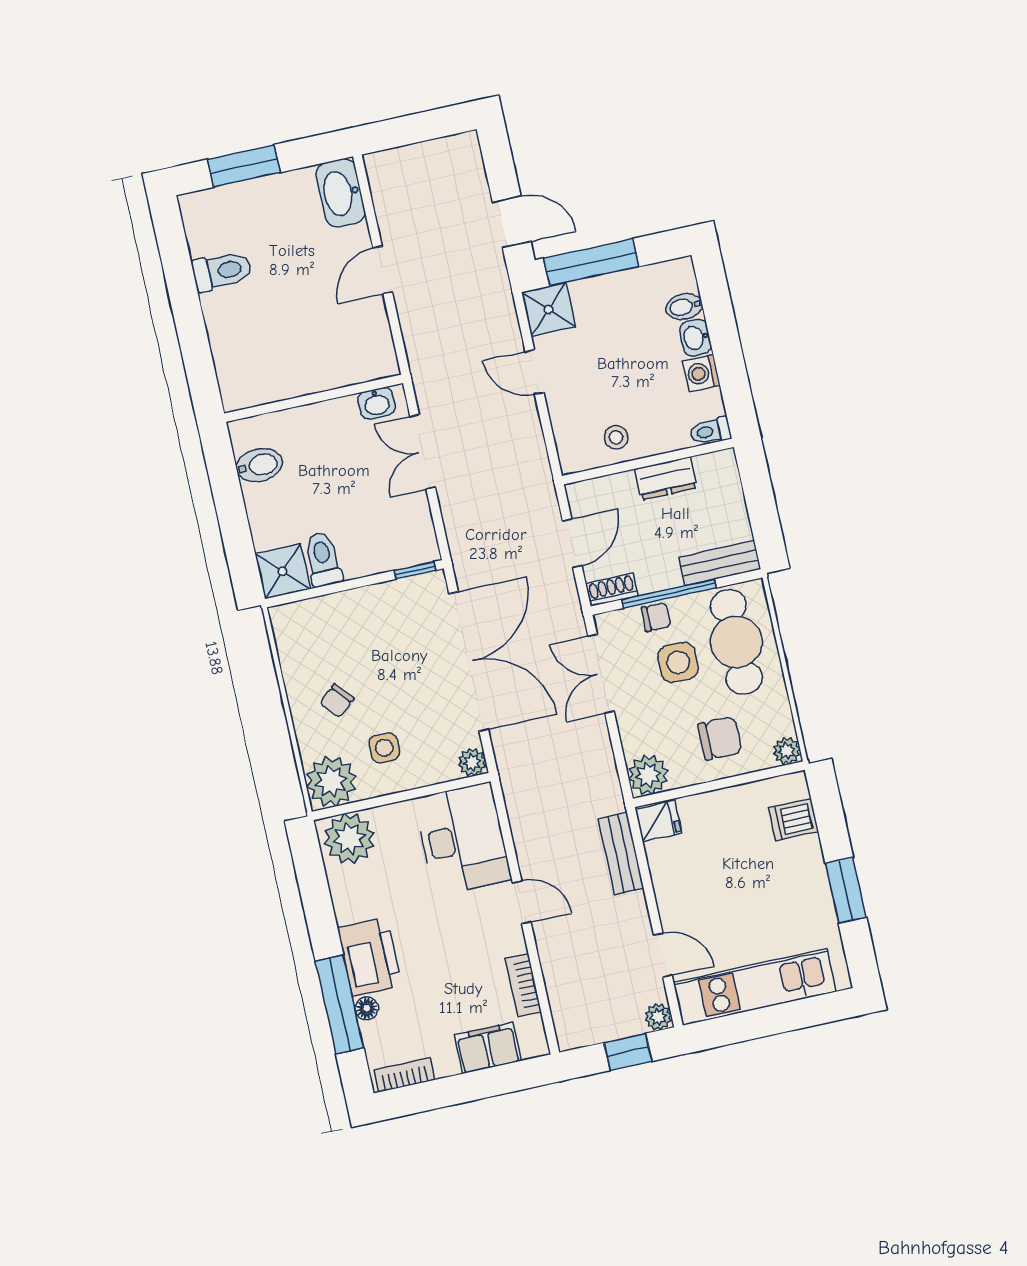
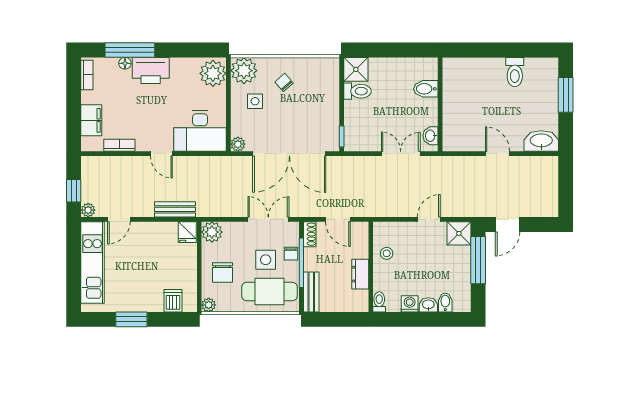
bidet: (259, 465) -> (426, 89), moved, turned 90
door: (522, 902) -> (161, 154), hinge flipped

